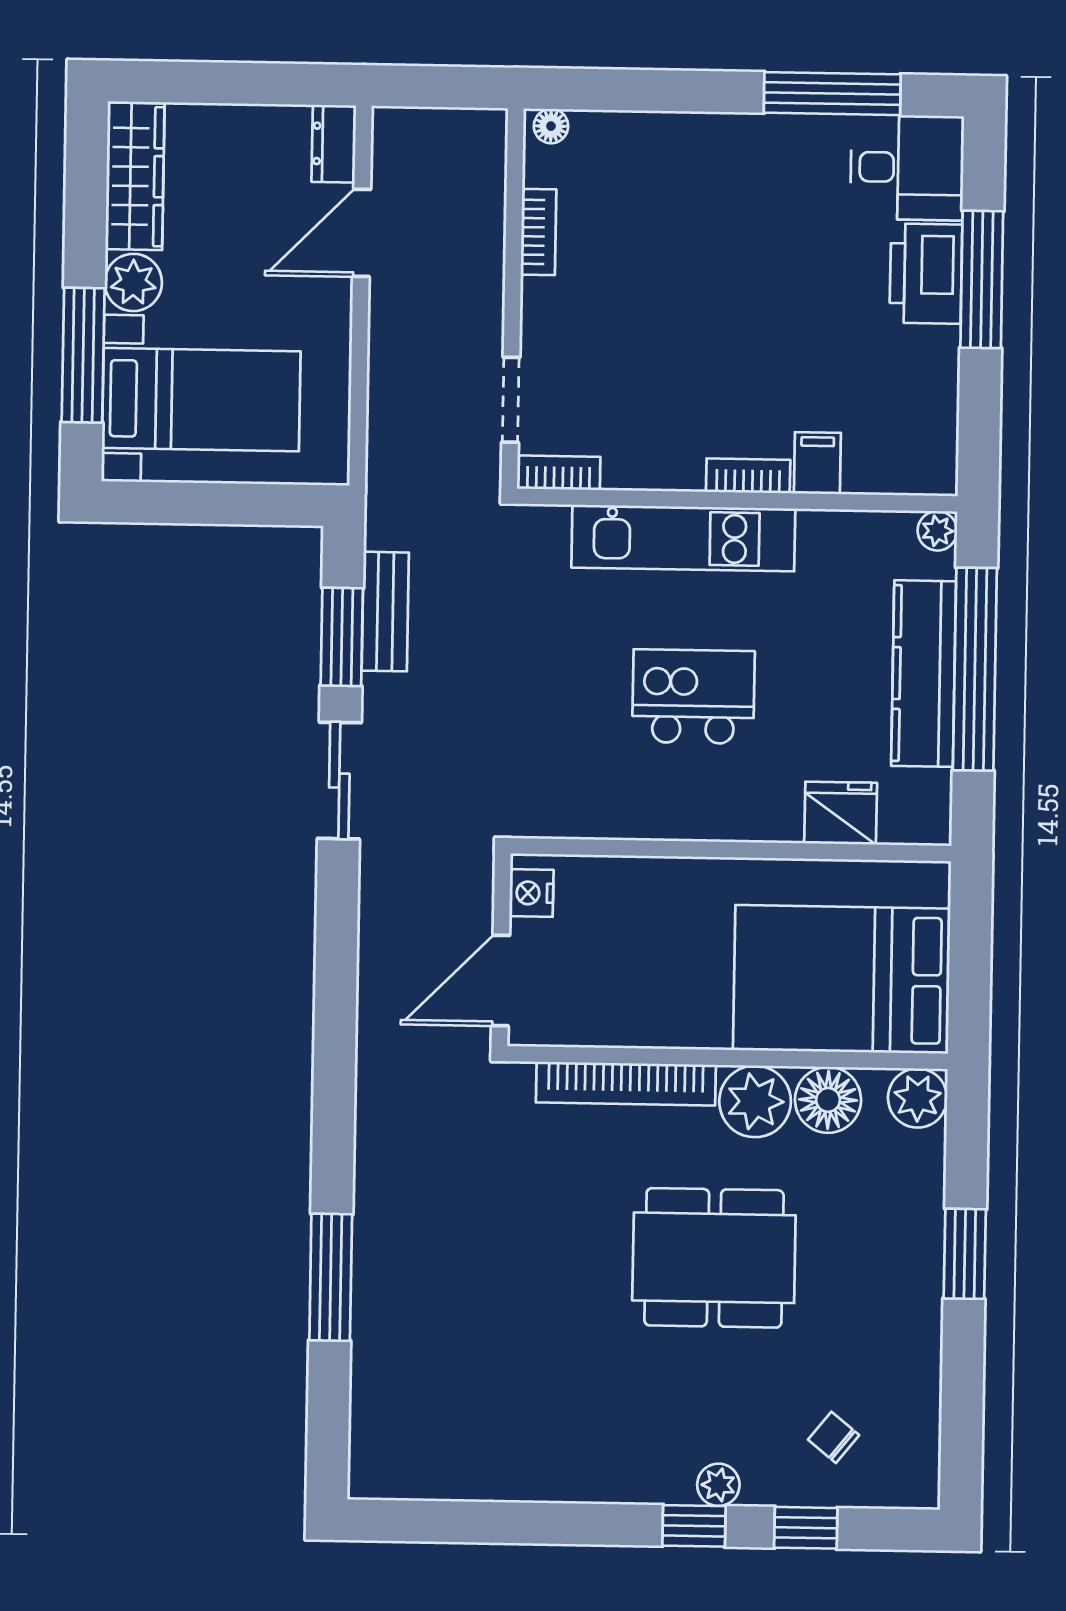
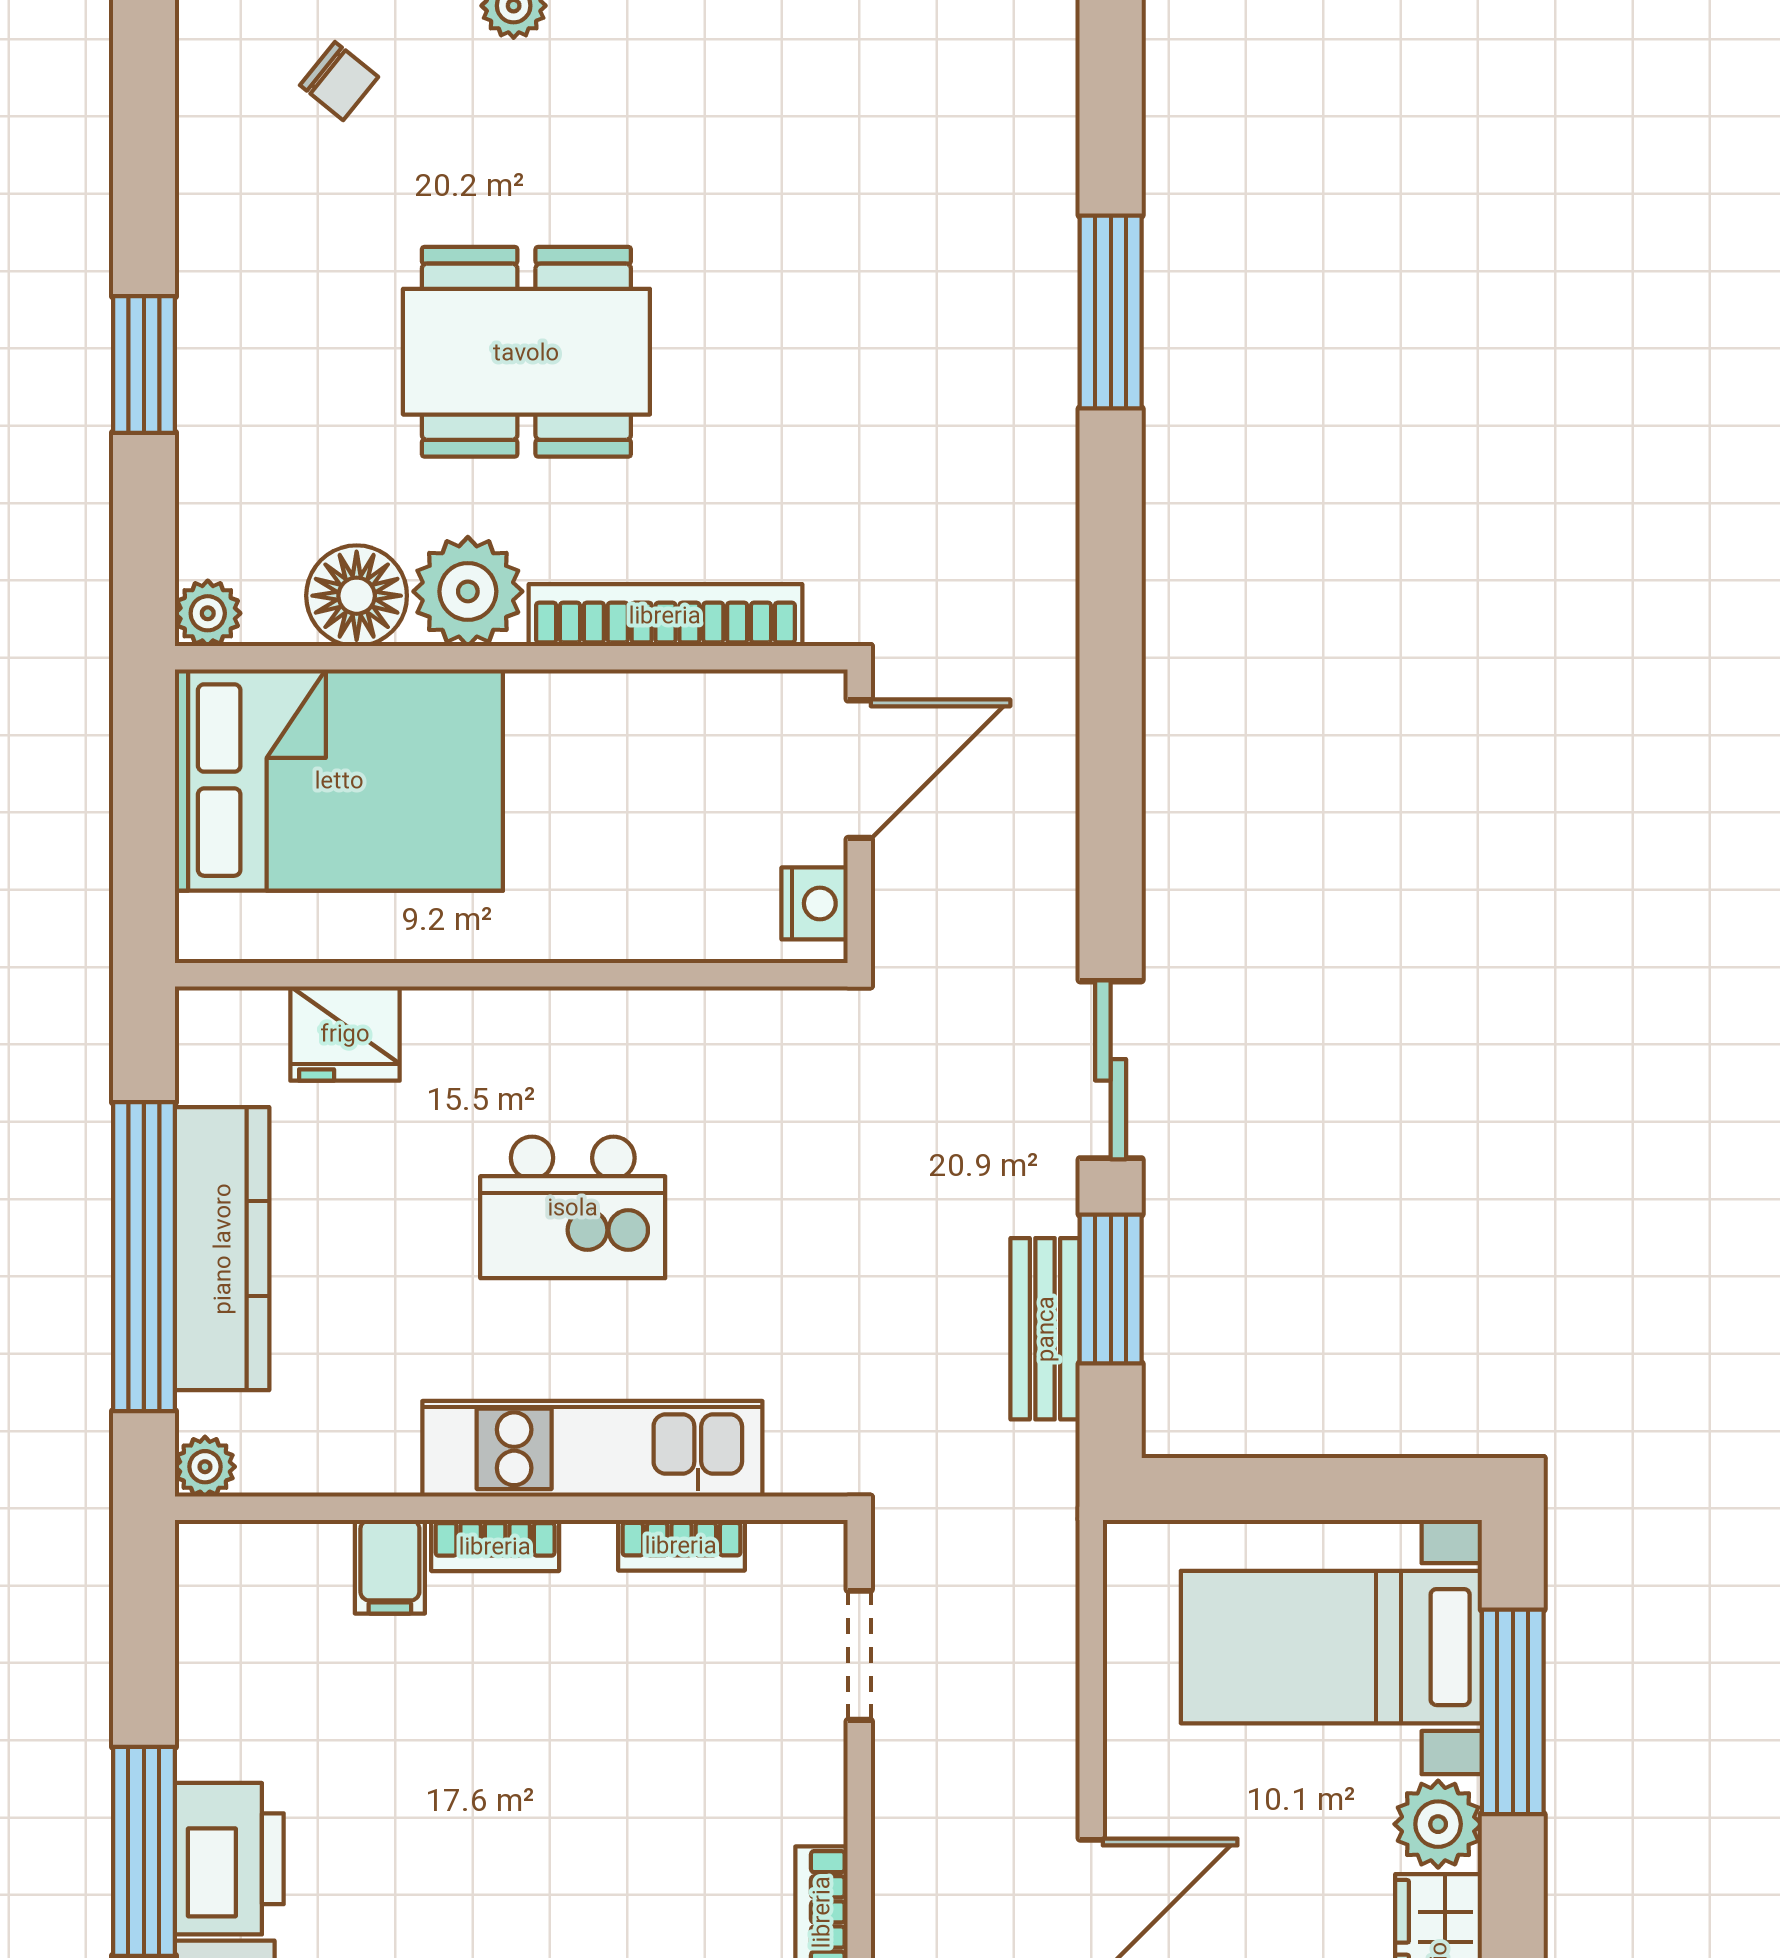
bookcase: (559, 473) -> (681, 1545), moved
plant: (918, 1098) -> (208, 613), width x0.73, depth x0.73

